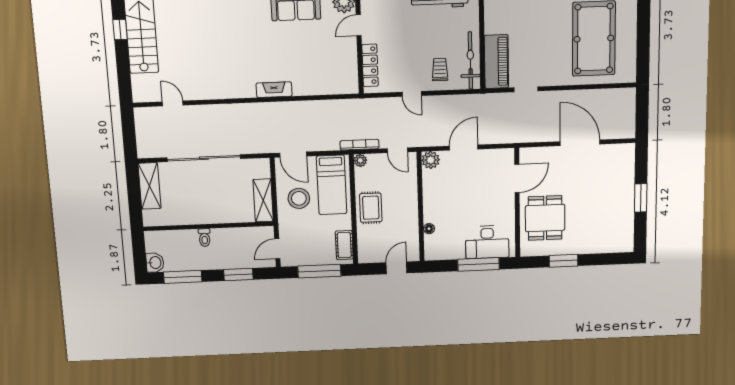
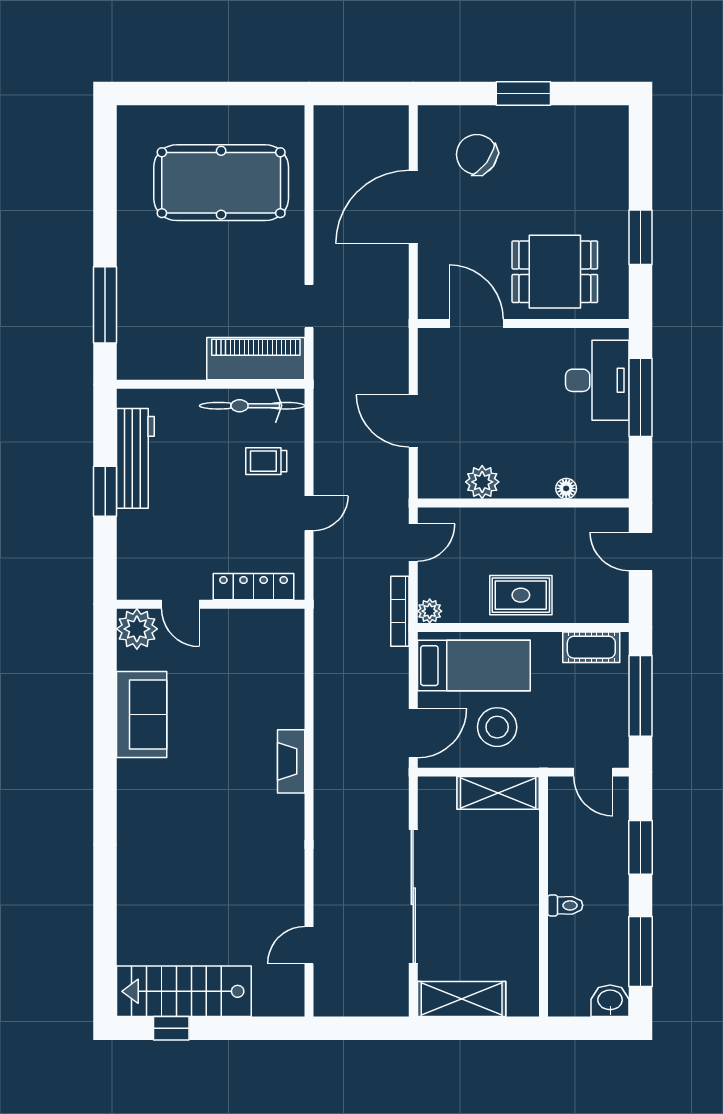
plant: (431, 160) -> (482, 482), moved
chair: (608, 175) -> (477, 154), added

